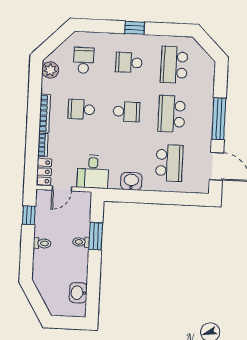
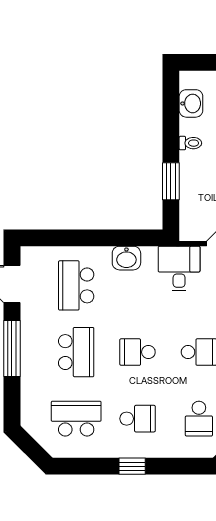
school desk: (174, 65) -> (76, 419), turned -90
toilet: (81, 242) -> (190, 143), moved

